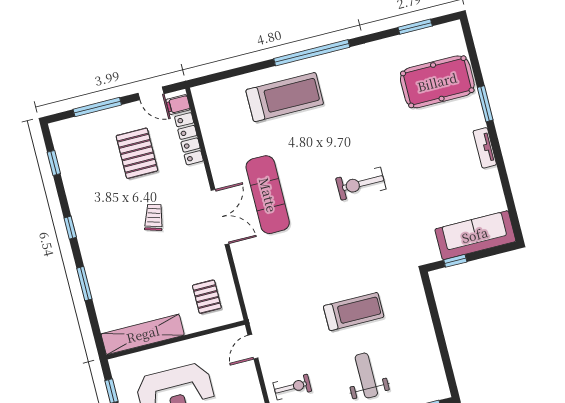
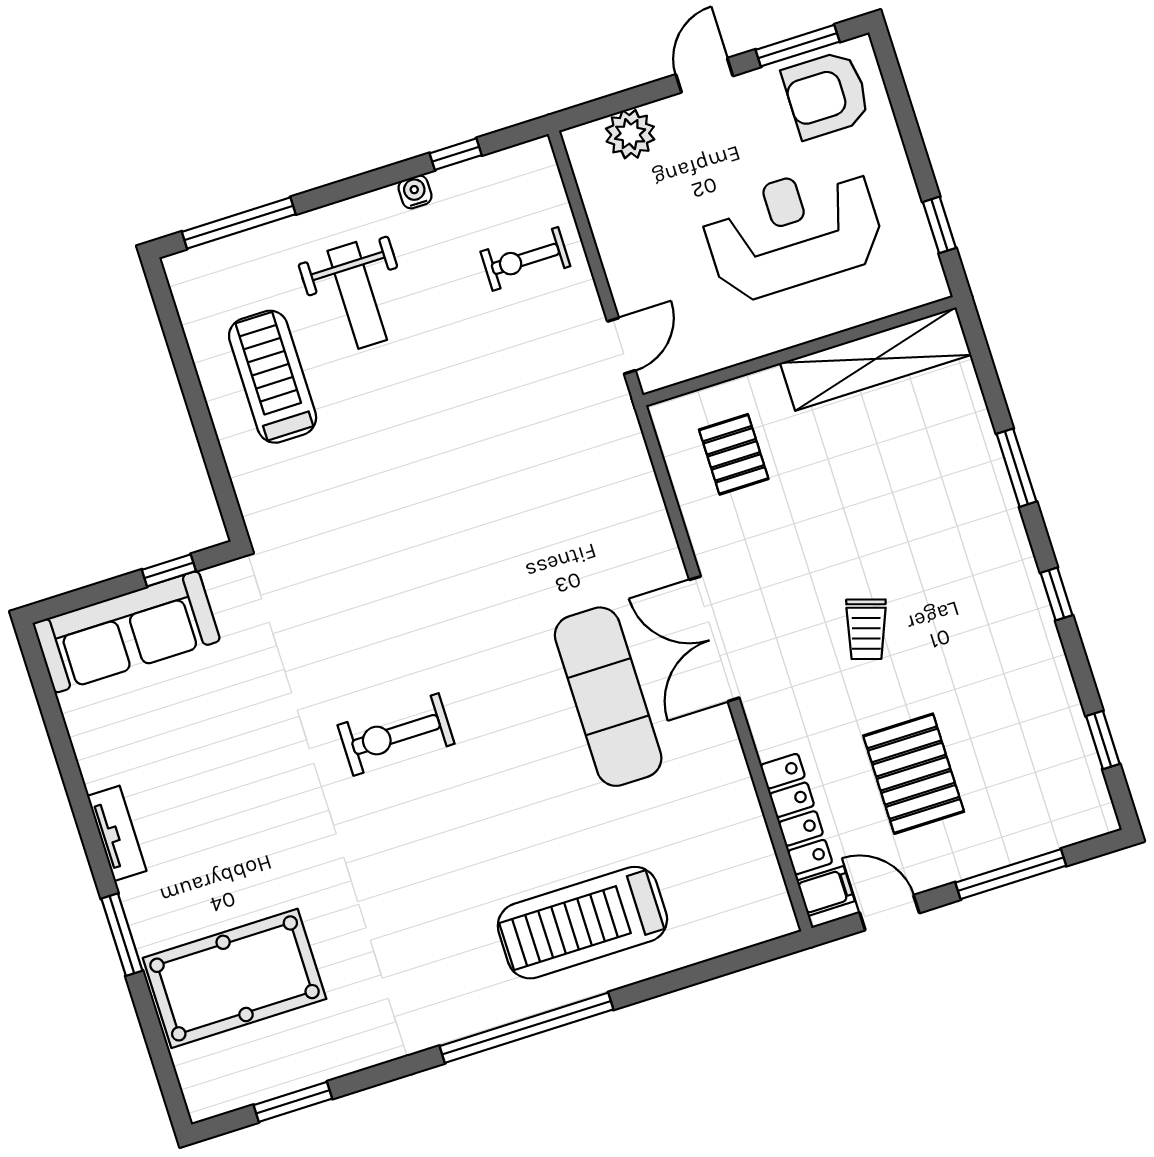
exercise bike: (361, 184) -> (396, 734), turned 180
treadmill: (354, 312) -> (273, 377), moved, turned 90

